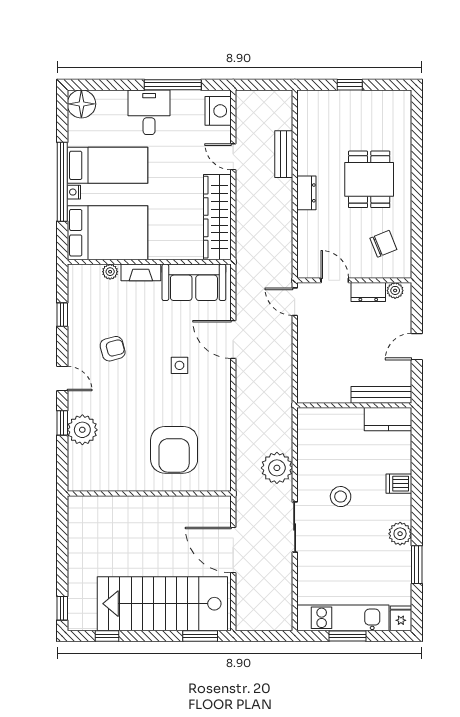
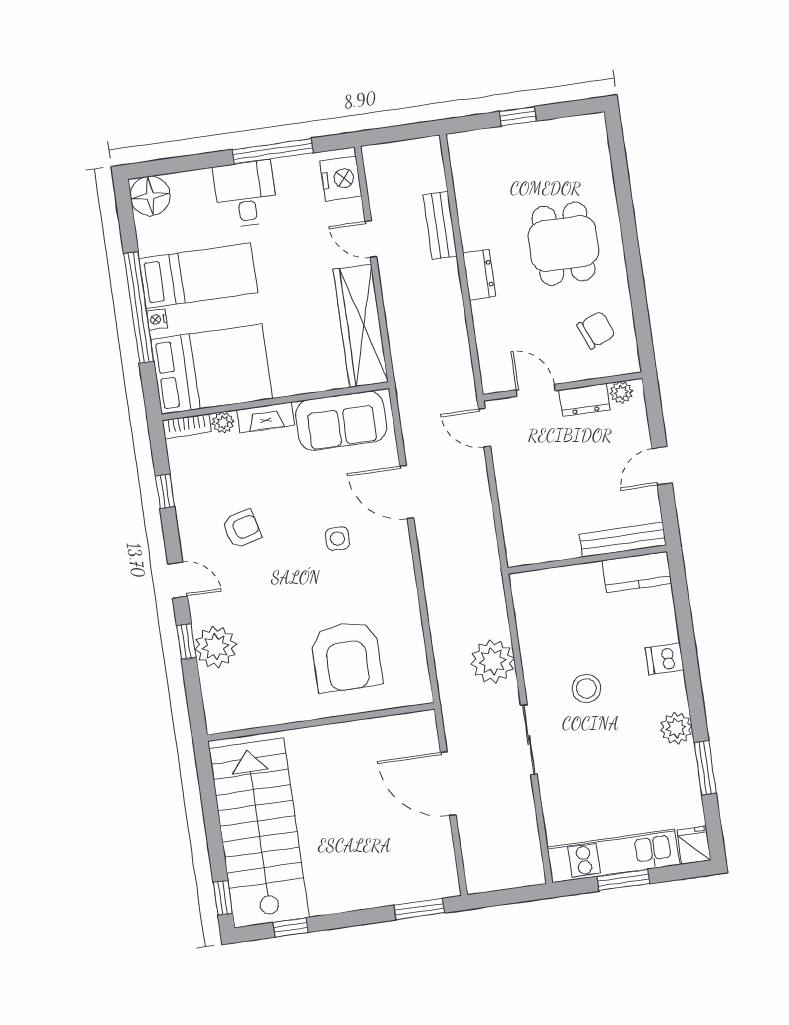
bookcase: (84, 271) -> (187, 426), added
stairs: (162, 604) -> (259, 833), moved, turned 90

